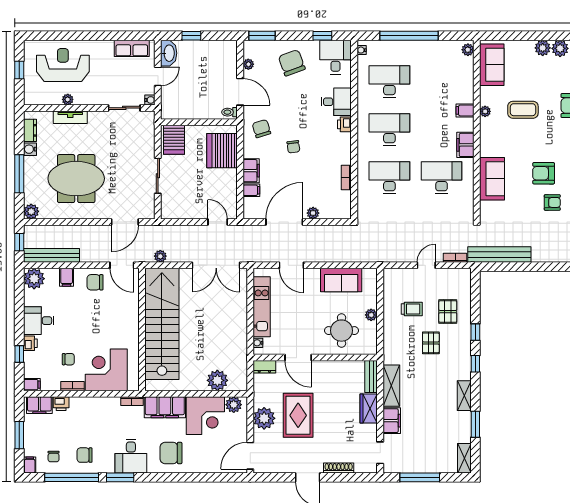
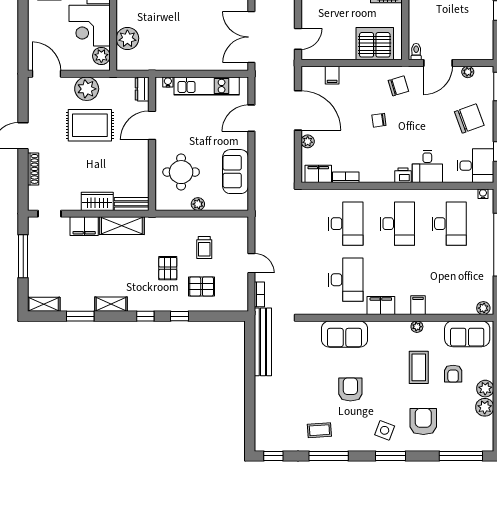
filing cabinet: (251, 171) -> (318, 174), moved, turned 180
armchair: (552, 202) -> (453, 374), moved
pallet: (431, 343) -> (168, 268), turned 90

